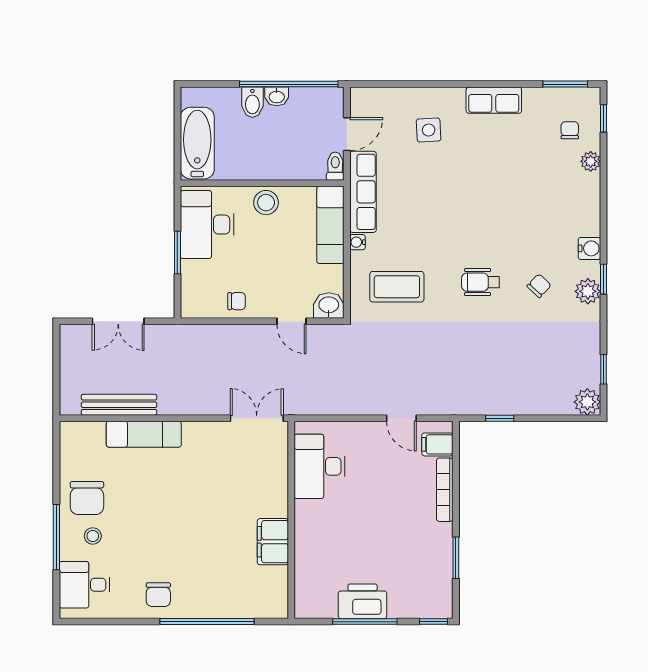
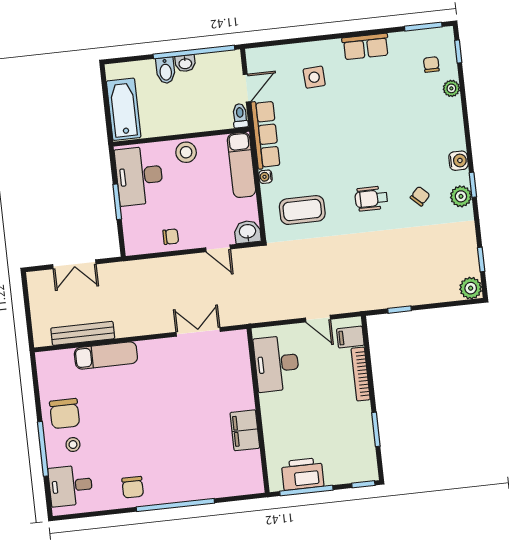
desk: (320, 466) -> (277, 364), moved
wall: (291, 520) -> (258, 411), moved
filing cabinet: (273, 542) -> (245, 430), moved

